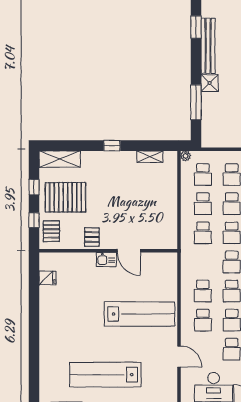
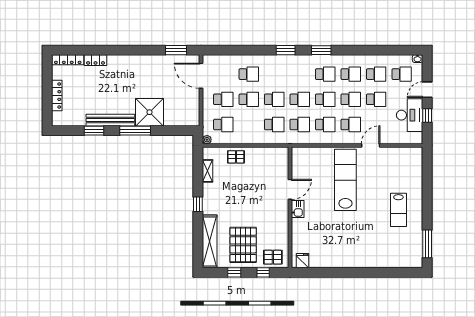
shower: (210, 83) -> (149, 112), width x1.86, depth x1.86
window: (196, 102) -> (135, 131), moved
shelving: (60, 159) -> (210, 241), width x1.47
school desk: (203, 204) -> (300, 125), moved
pallet: (92, 237) -> (236, 157), moved
fridge: (47, 278) -> (302, 261), moved
door: (179, 356) -> (371, 145), moved
lab bench: (105, 375) -> (398, 210), width x0.54, depth x0.72

